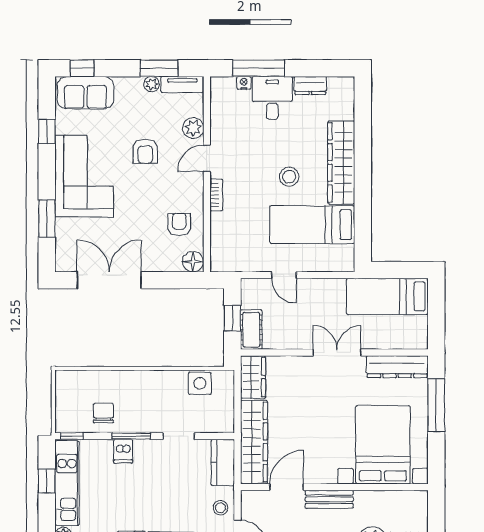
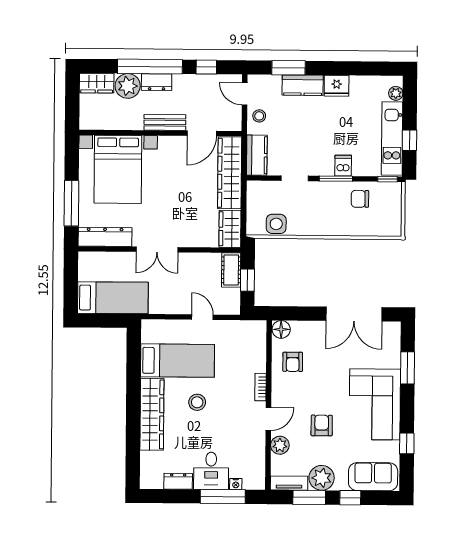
window: (82, 68) -> (350, 498), moved
plant: (152, 84) -> (322, 478), width x1.87, depth x1.87
chair: (103, 413) -> (360, 199), turned 90

